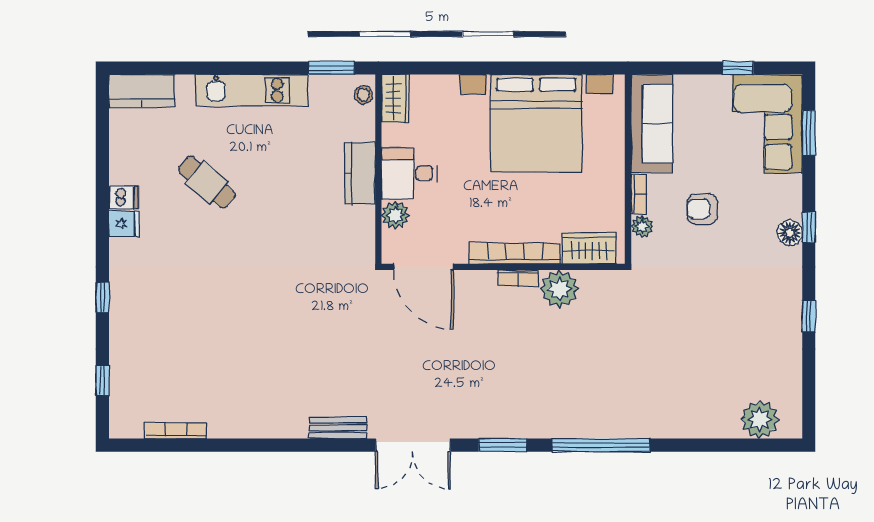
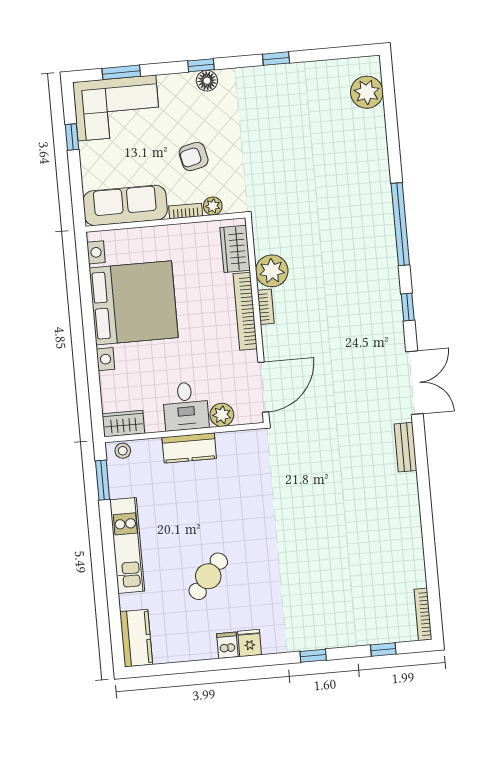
armchair: (702, 209) -> (194, 156), turned 77
bookcase: (176, 431) -> (423, 614), moved
window: (503, 445) -> (408, 307), width x0.67

